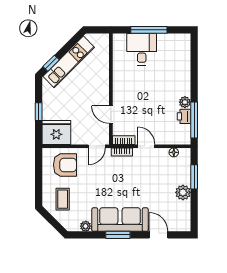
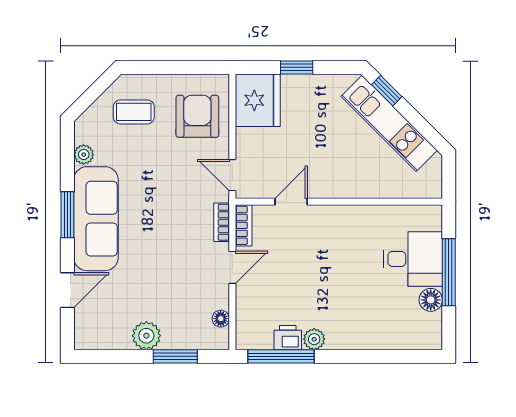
floor lamp: (164, 39) -> (431, 300), added
armchair: (65, 165) -> (197, 116), turned 180

